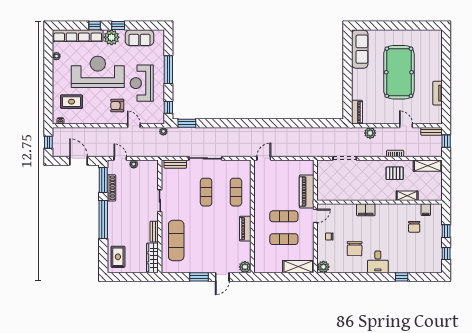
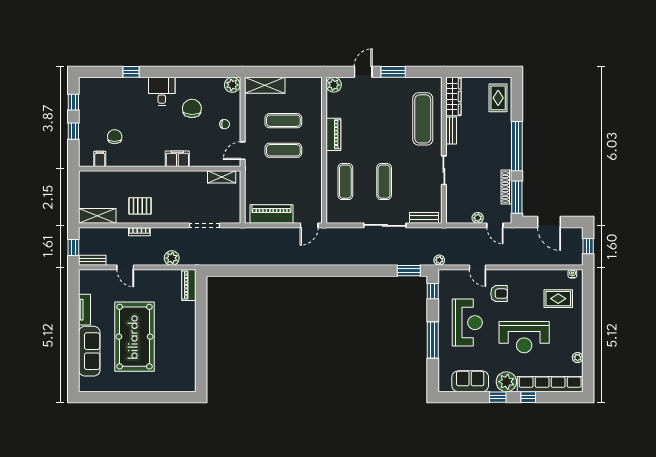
sofa: (360, 49) -> (89, 351), moved, turned 180
reception desk: (98, 72) -> (524, 337), width x0.74, depth x0.77
piano: (307, 191) -> (272, 214), moved, turned -90
shelving: (407, 196) -> (222, 177), moved

